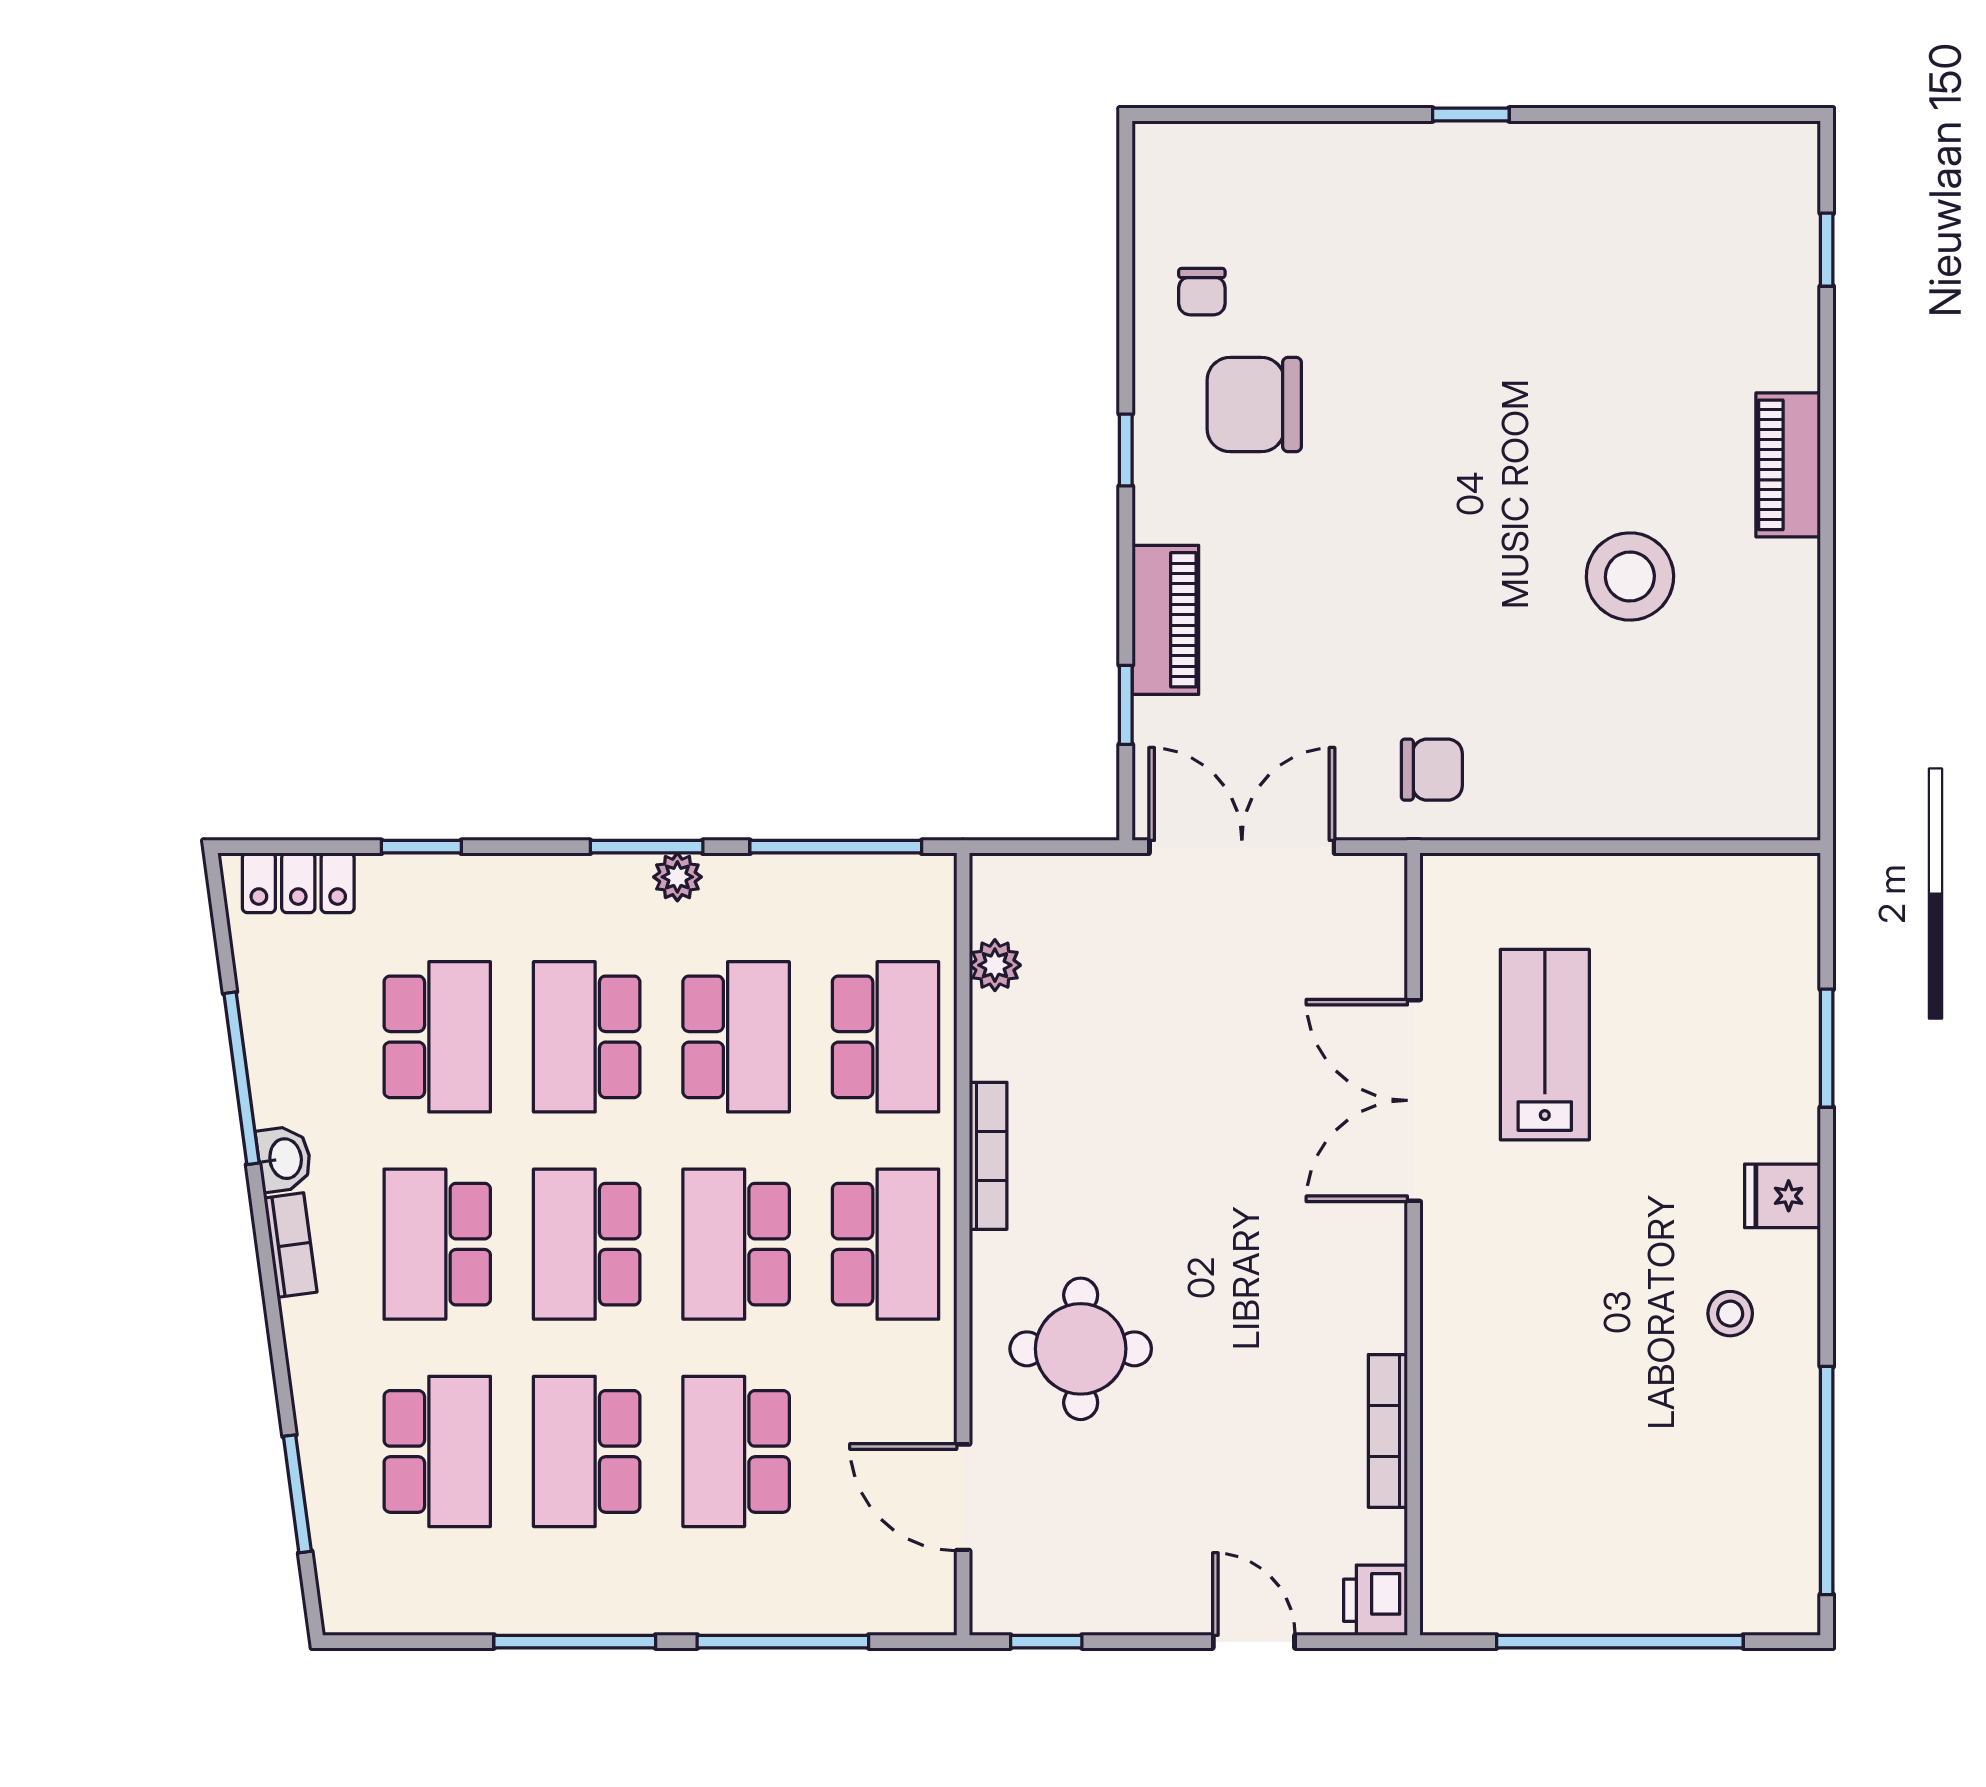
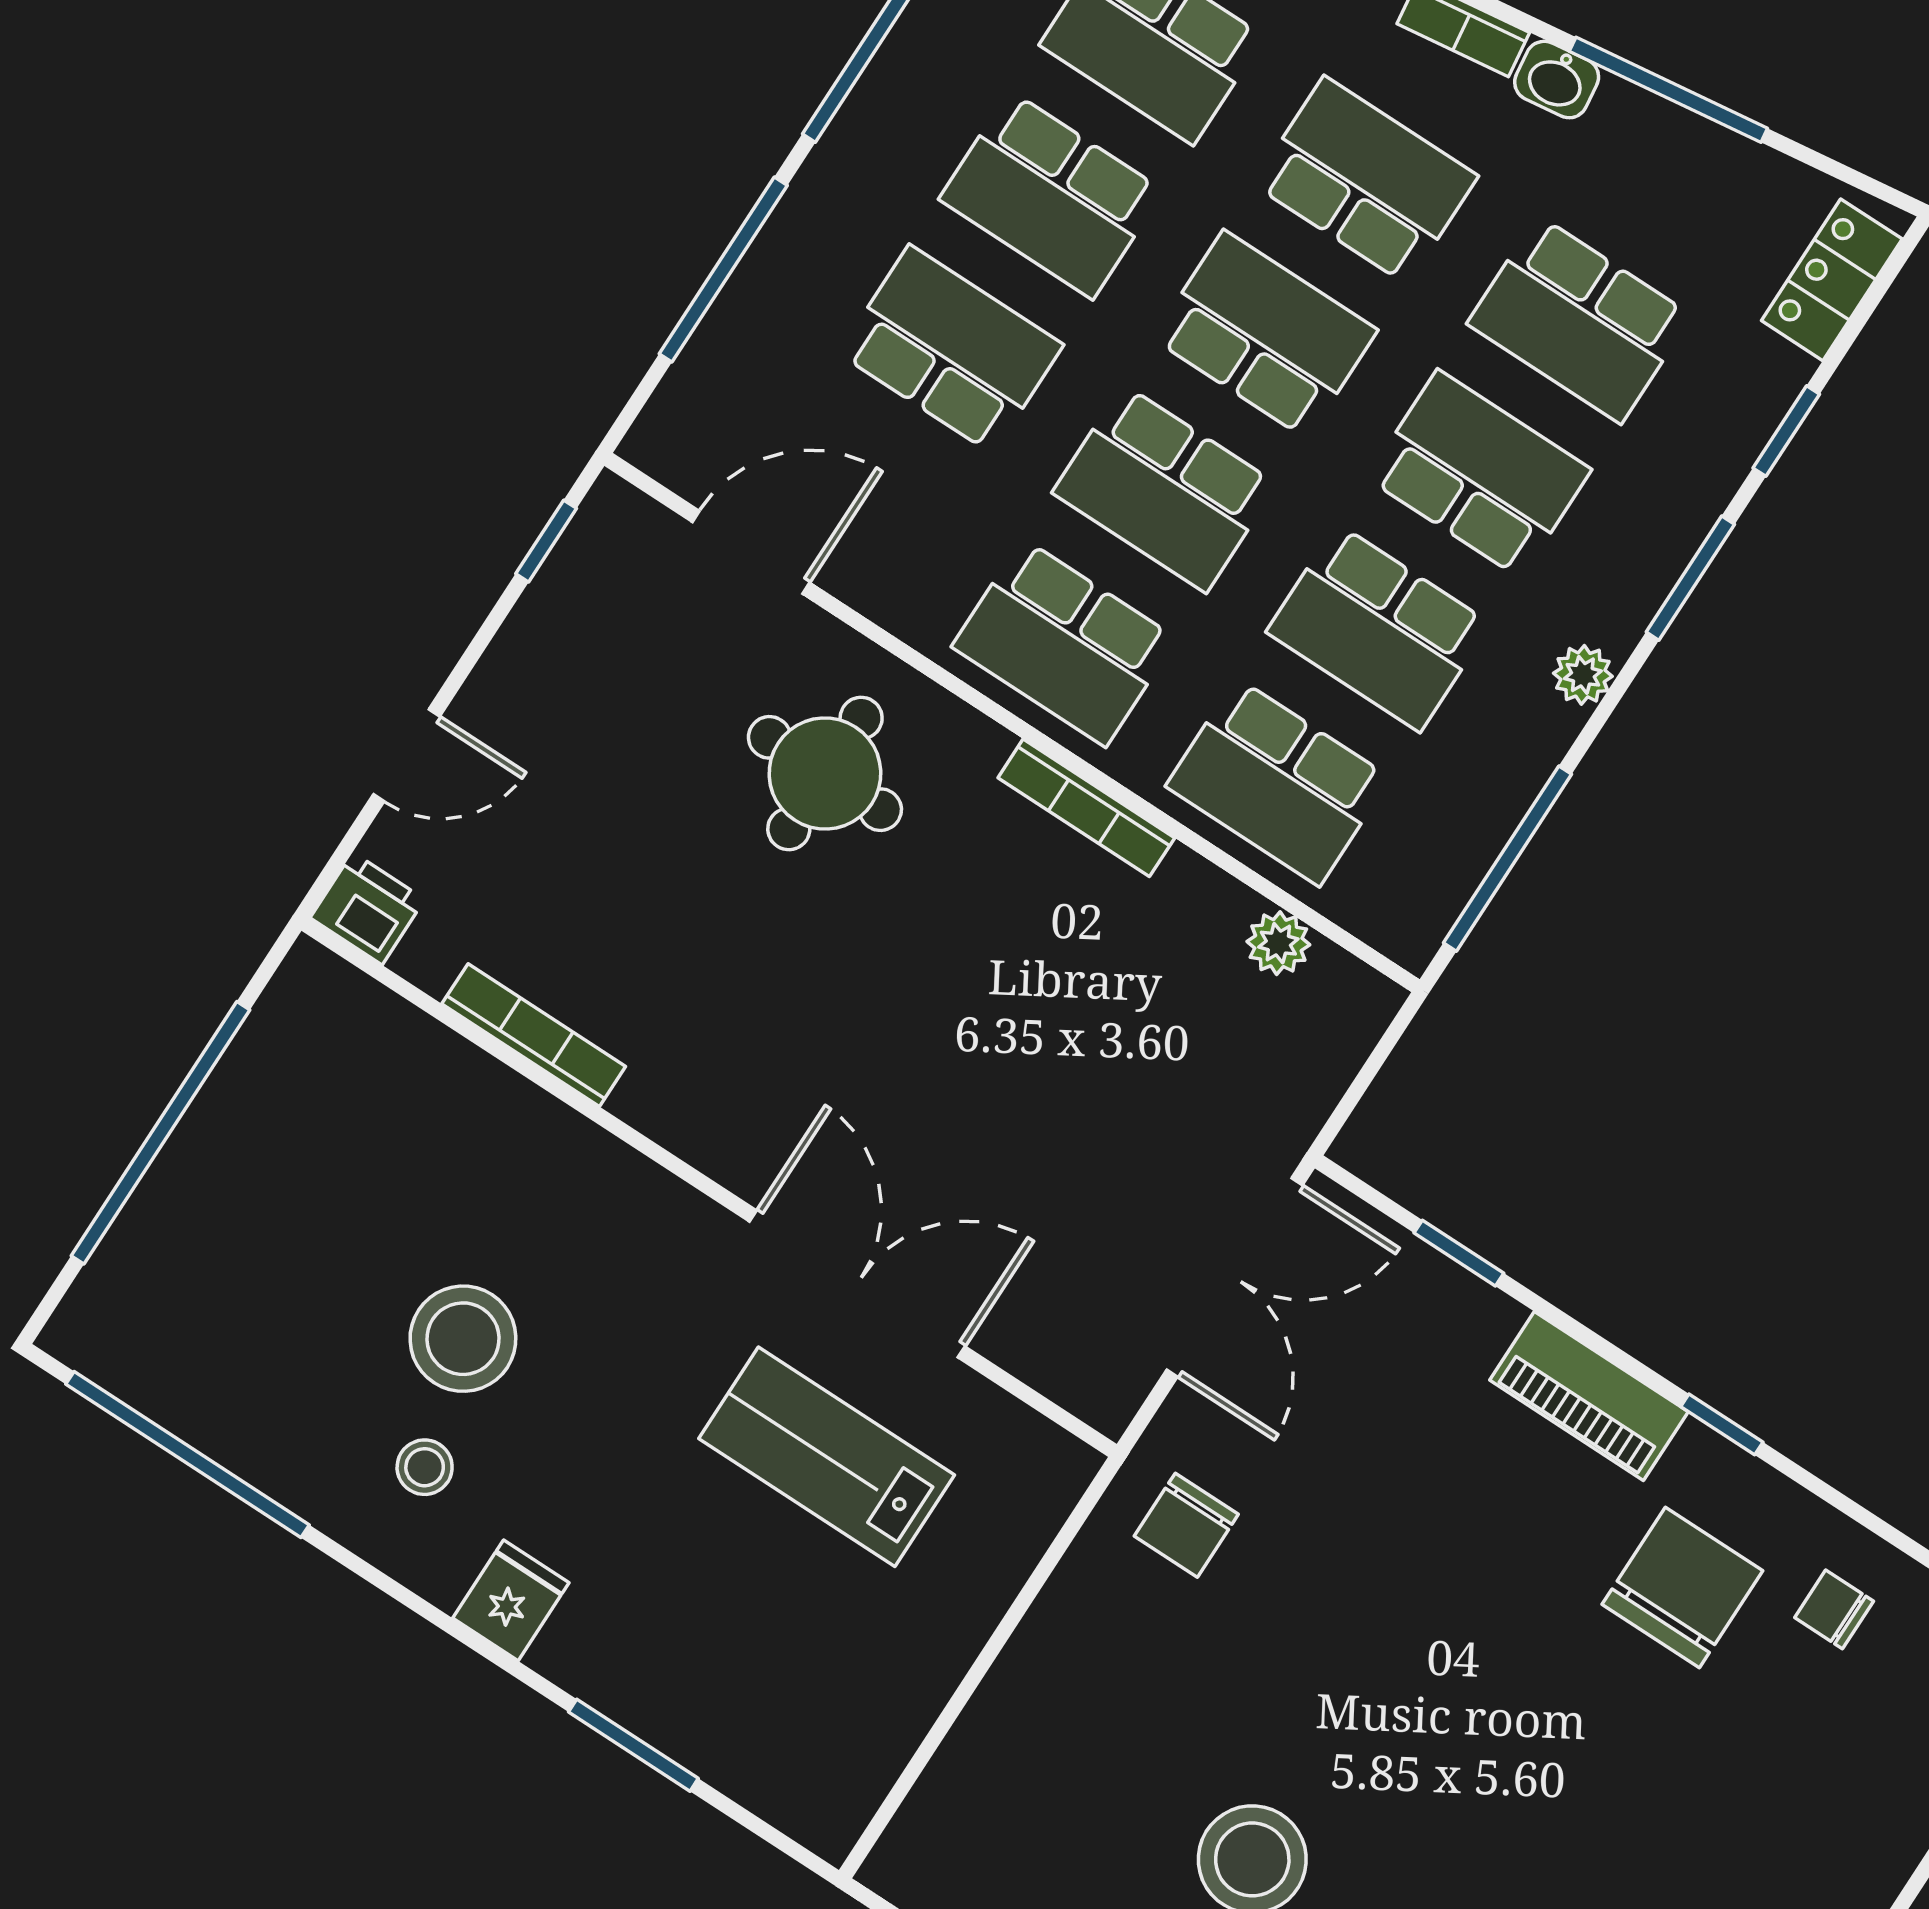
piano: (1165, 620) -> (1589, 1396), moved
window: (647, 847) -> (1690, 578), moved
lab bench: (1545, 1045) -> (827, 1457), turned 180
school desk: (736, 1244) -> (1165, 488), turned 180
stool: (1626, 1344) -> (463, 1339), added
school desk: (587, 1451) -> (1051, 195), turned 180

